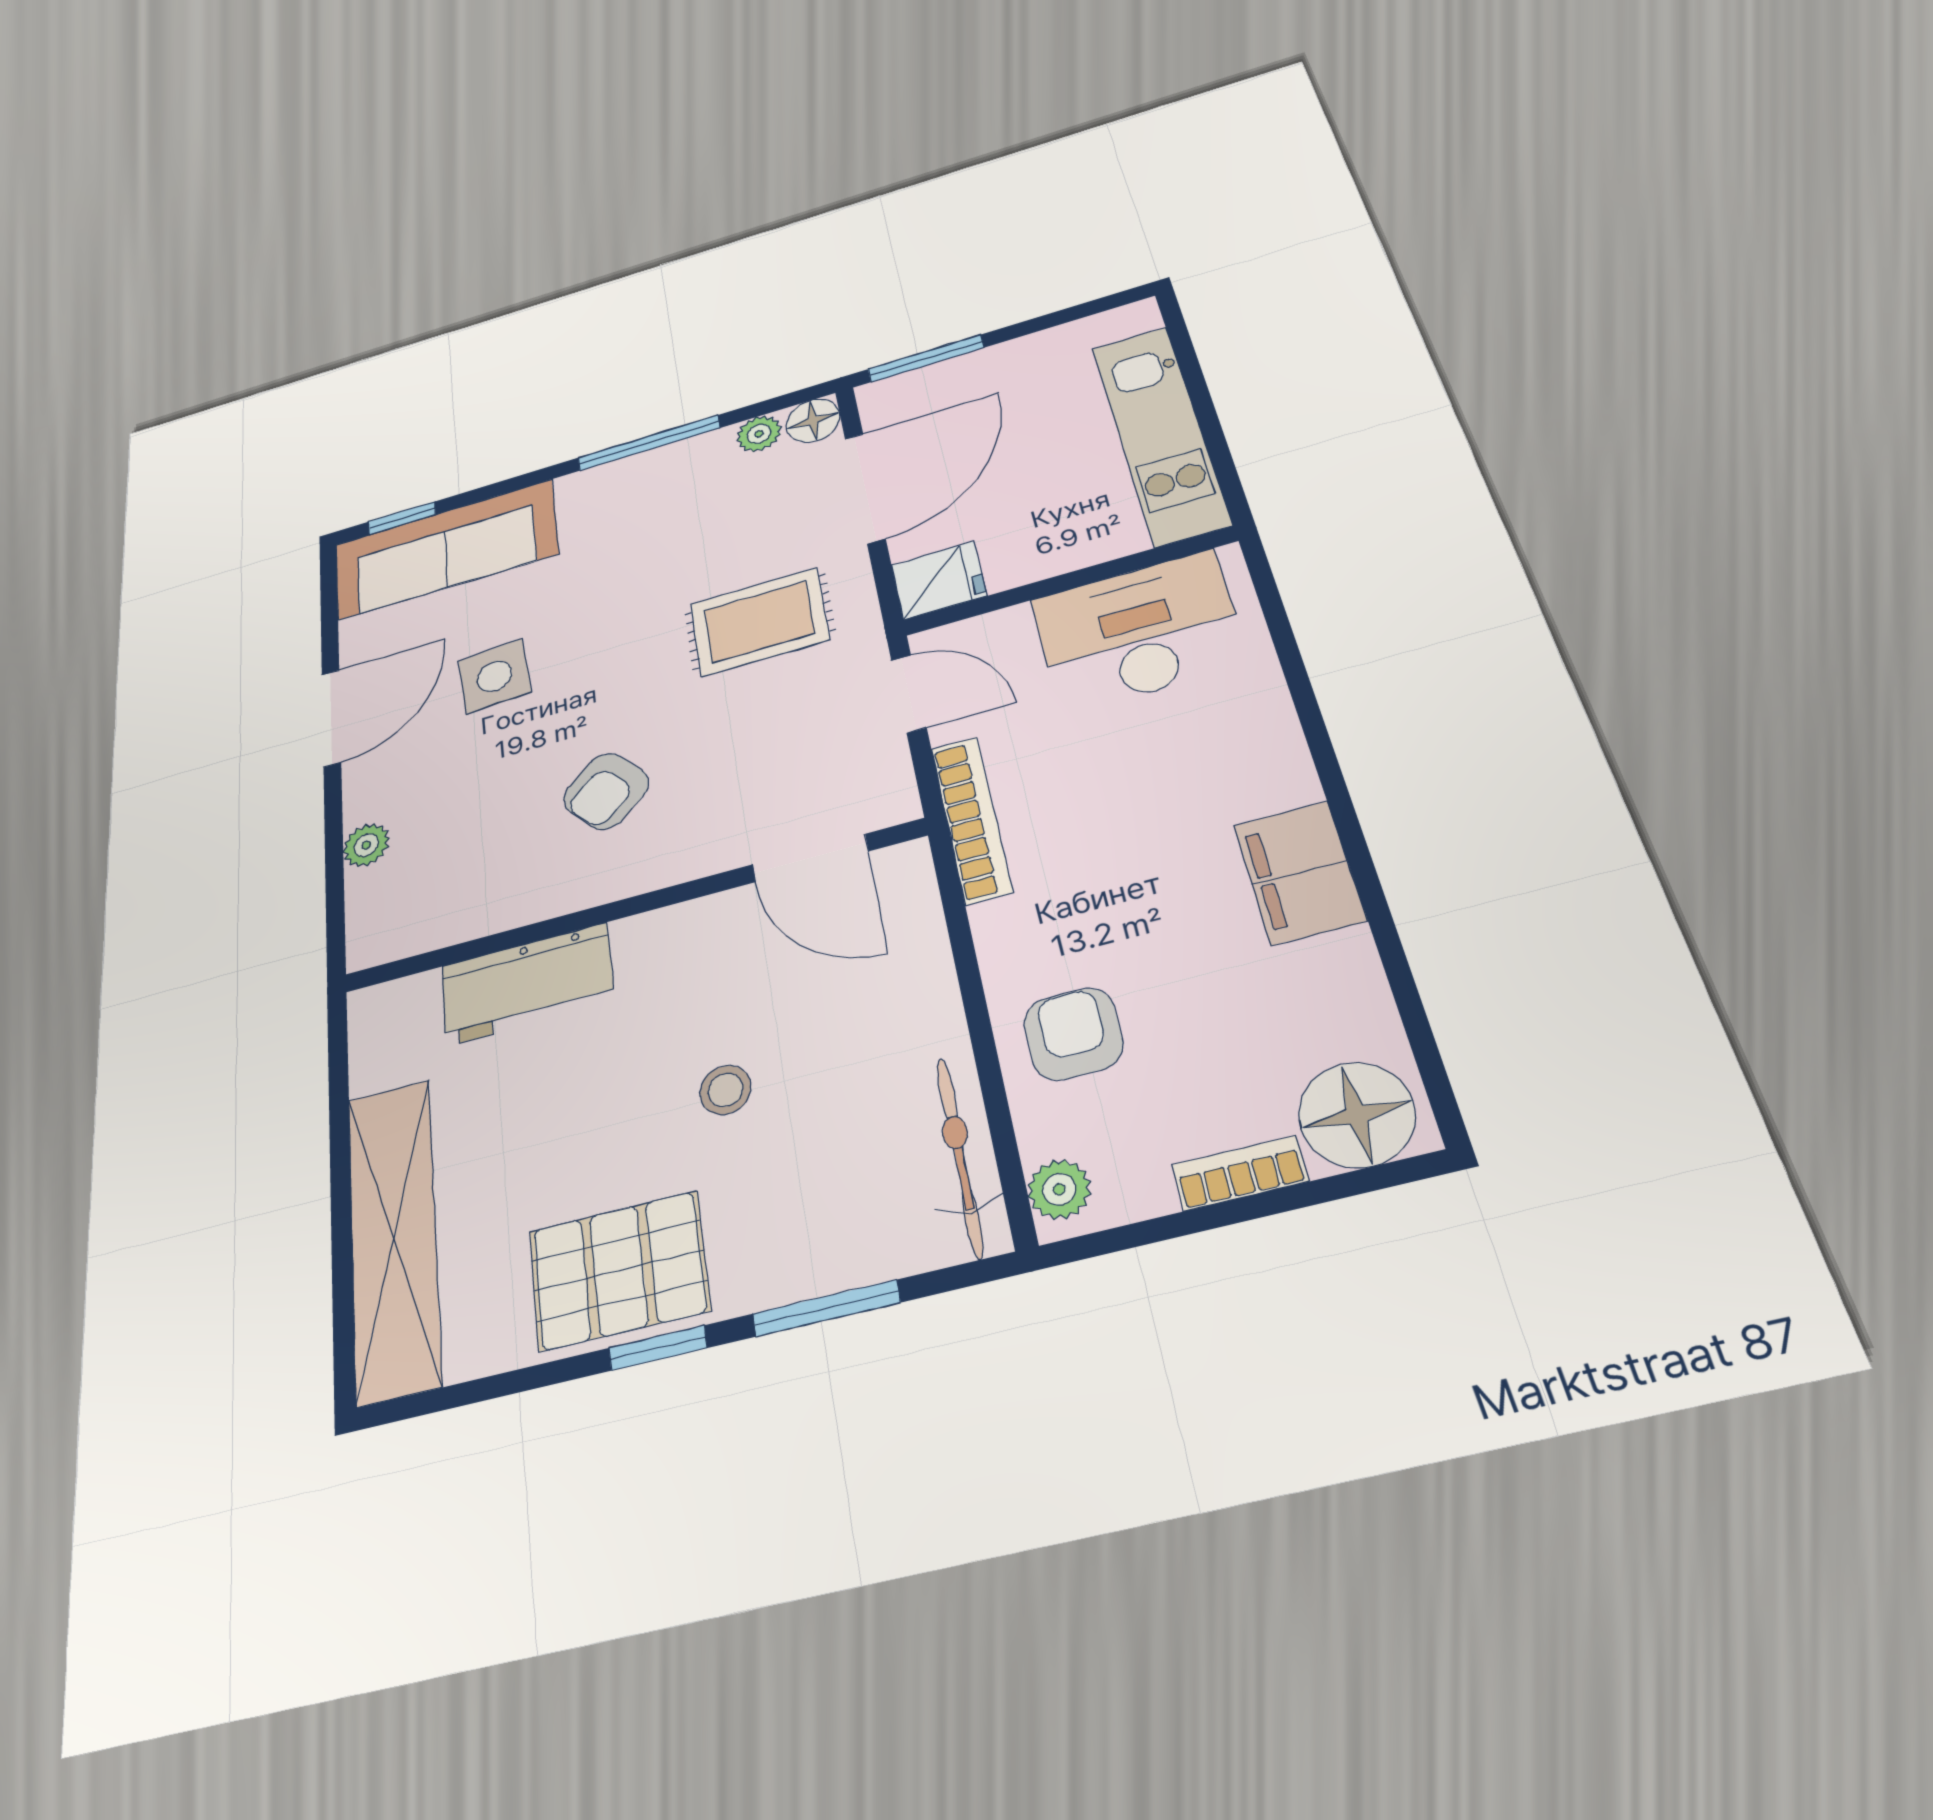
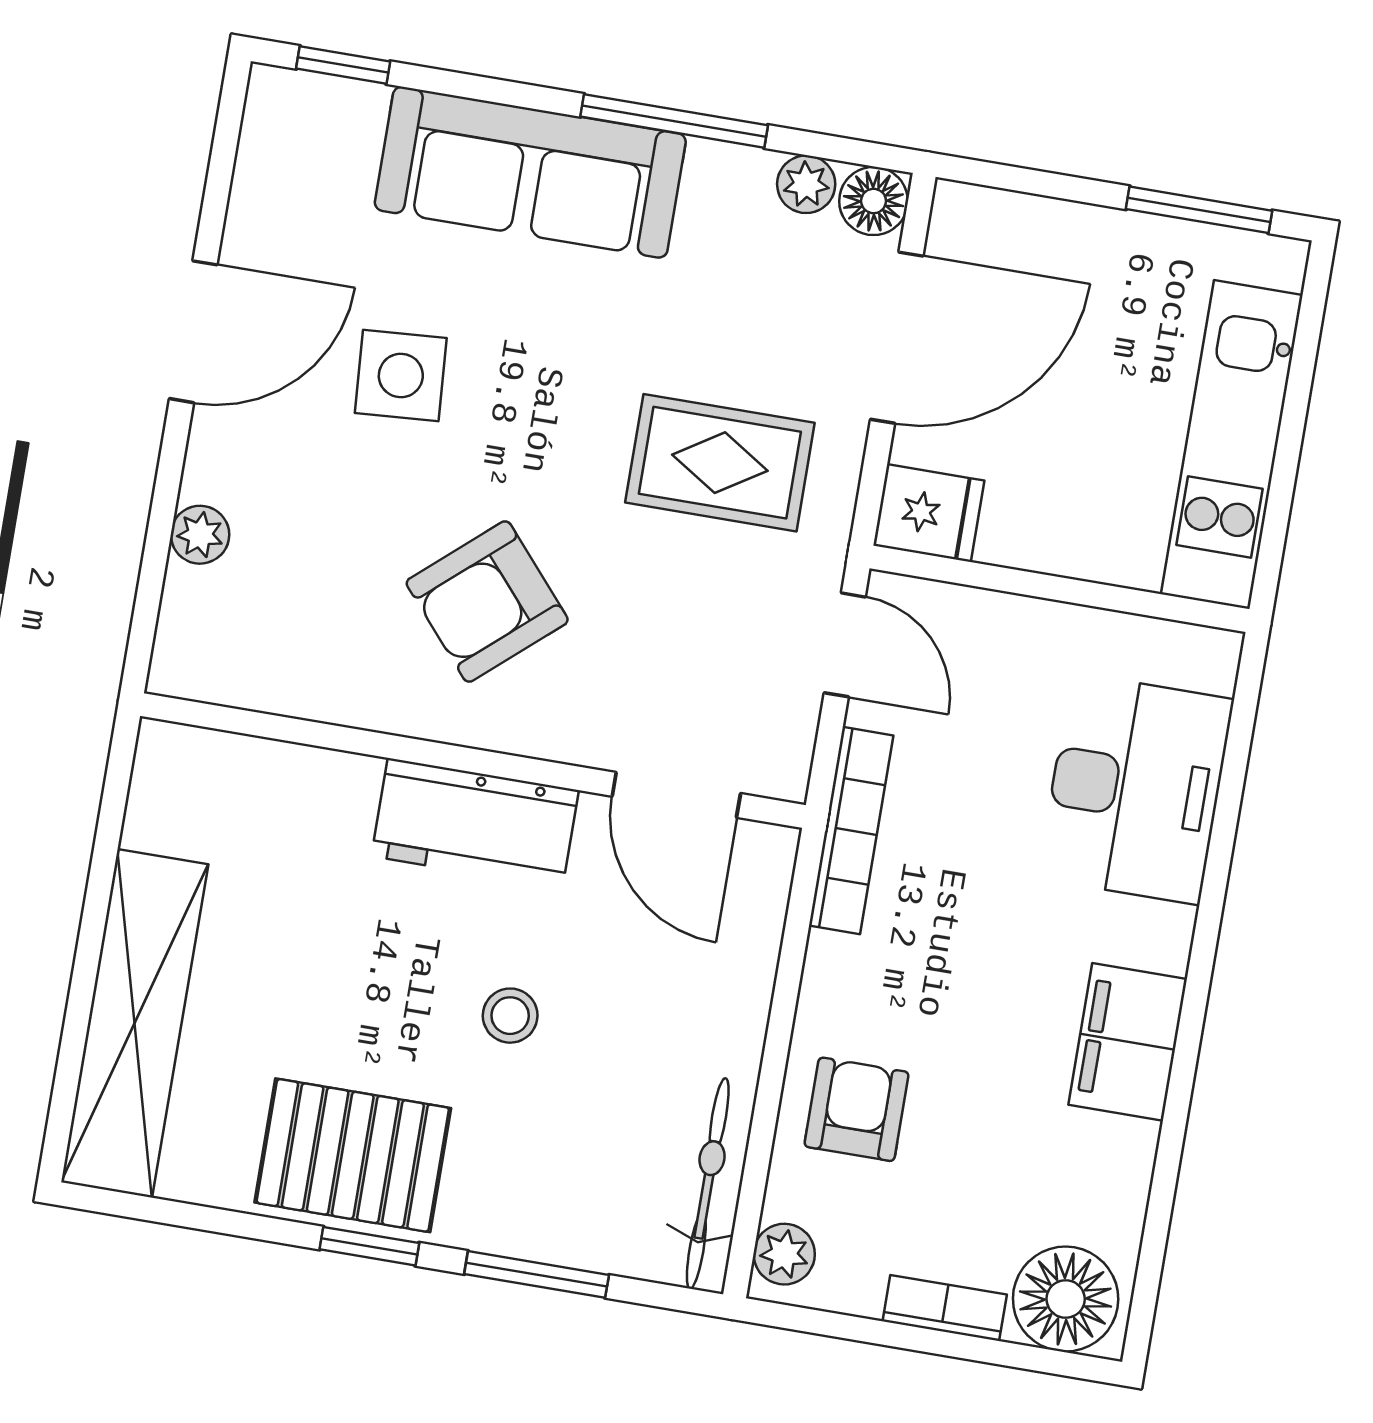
window: (926, 358) -> (1199, 210), moved
sofa: (445, 549) -> (530, 172), moved
desk: (1138, 631) -> (1136, 789), moved, turned 90
armchair: (606, 791) -> (487, 602), width x1.38, depth x1.38
workbench: (527, 984) -> (475, 823), moved

